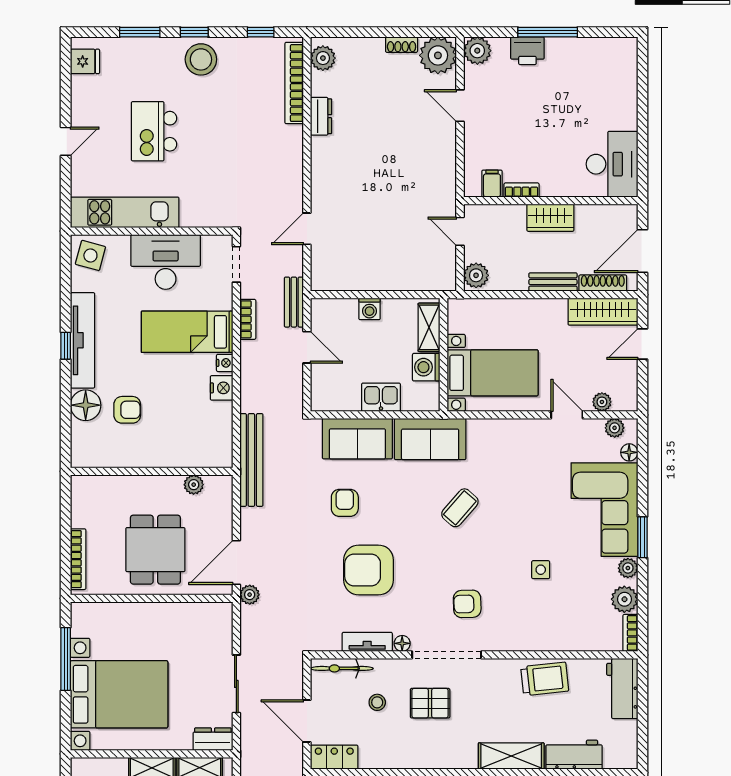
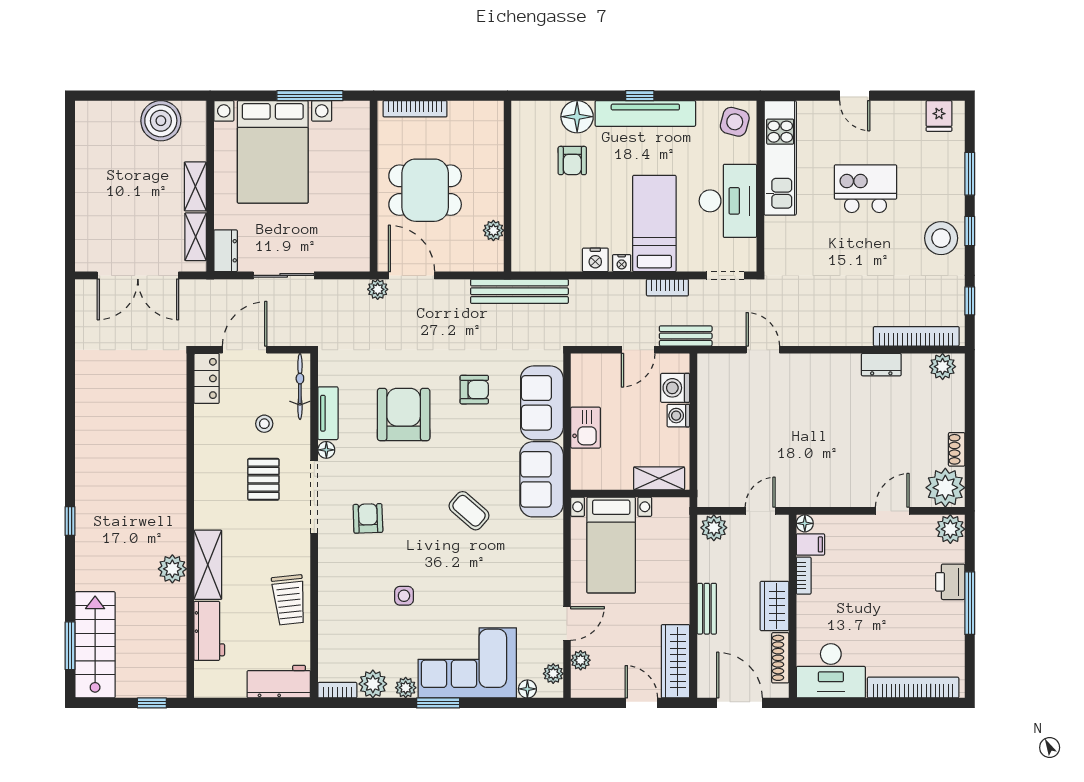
bookcase: (628, 86) -> (913, 688), added
floor lamp: (472, 189) -> (805, 523), added
shoe rack: (603, 283) -> (780, 658), moved, turned 180
washing machine: (426, 367) -> (675, 388), moved, turned -90

